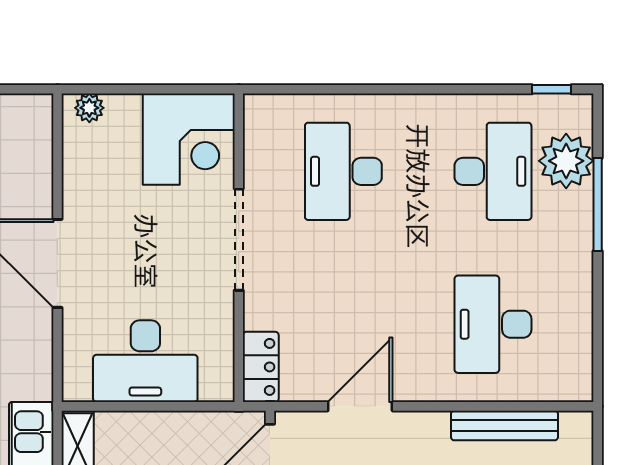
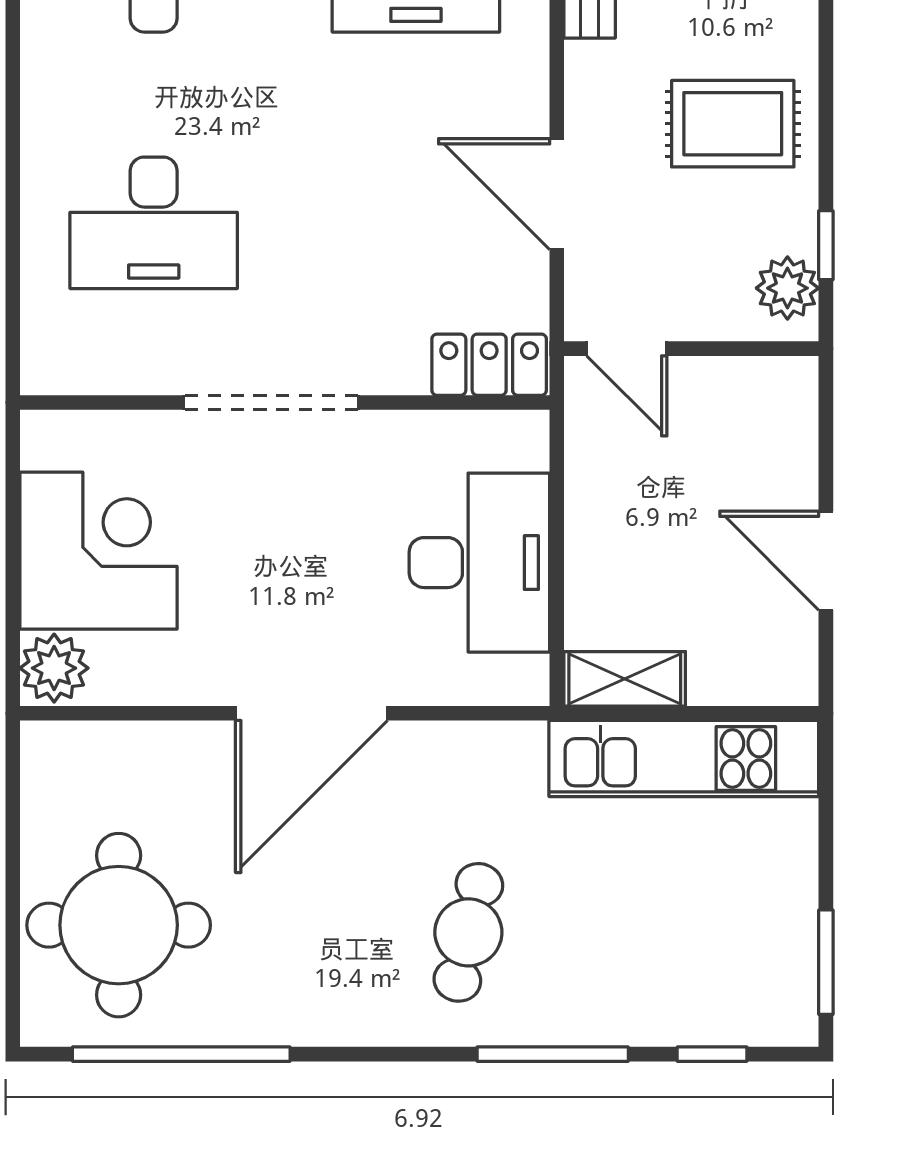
plant: (89, 108) -> (54, 668), width x1.38, depth x1.38
corner desk: (189, 139) -> (98, 551), moved

